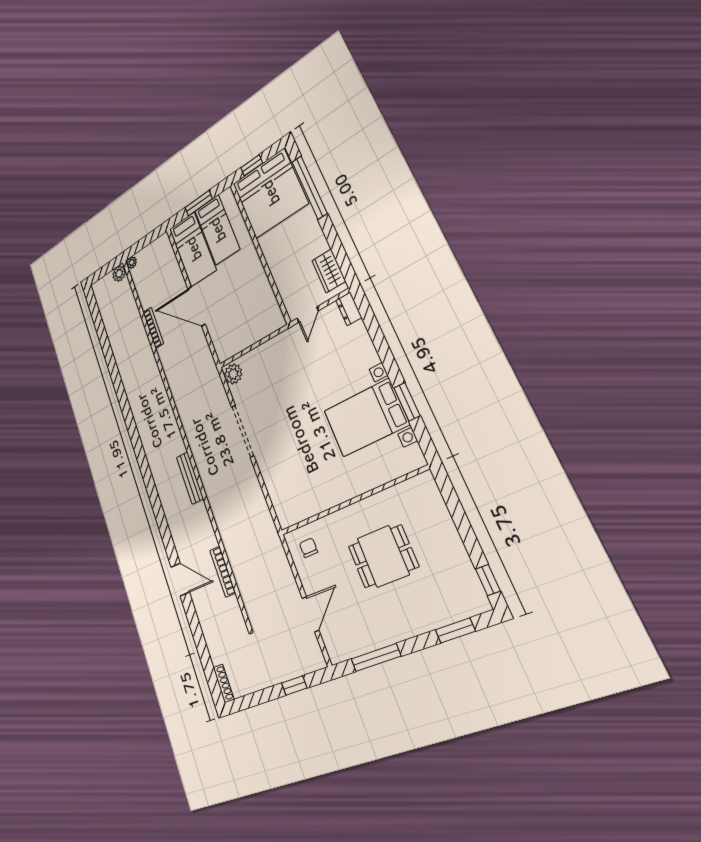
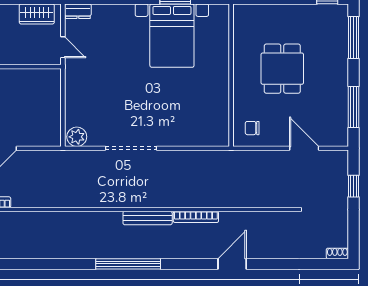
window: (148, 478) -> (128, 264), added
bookcase: (223, 572) -> (196, 217), moved
window: (455, 630) -> (354, 38), width x1.44
shoe rack: (224, 683) -> (337, 253), width x0.70

